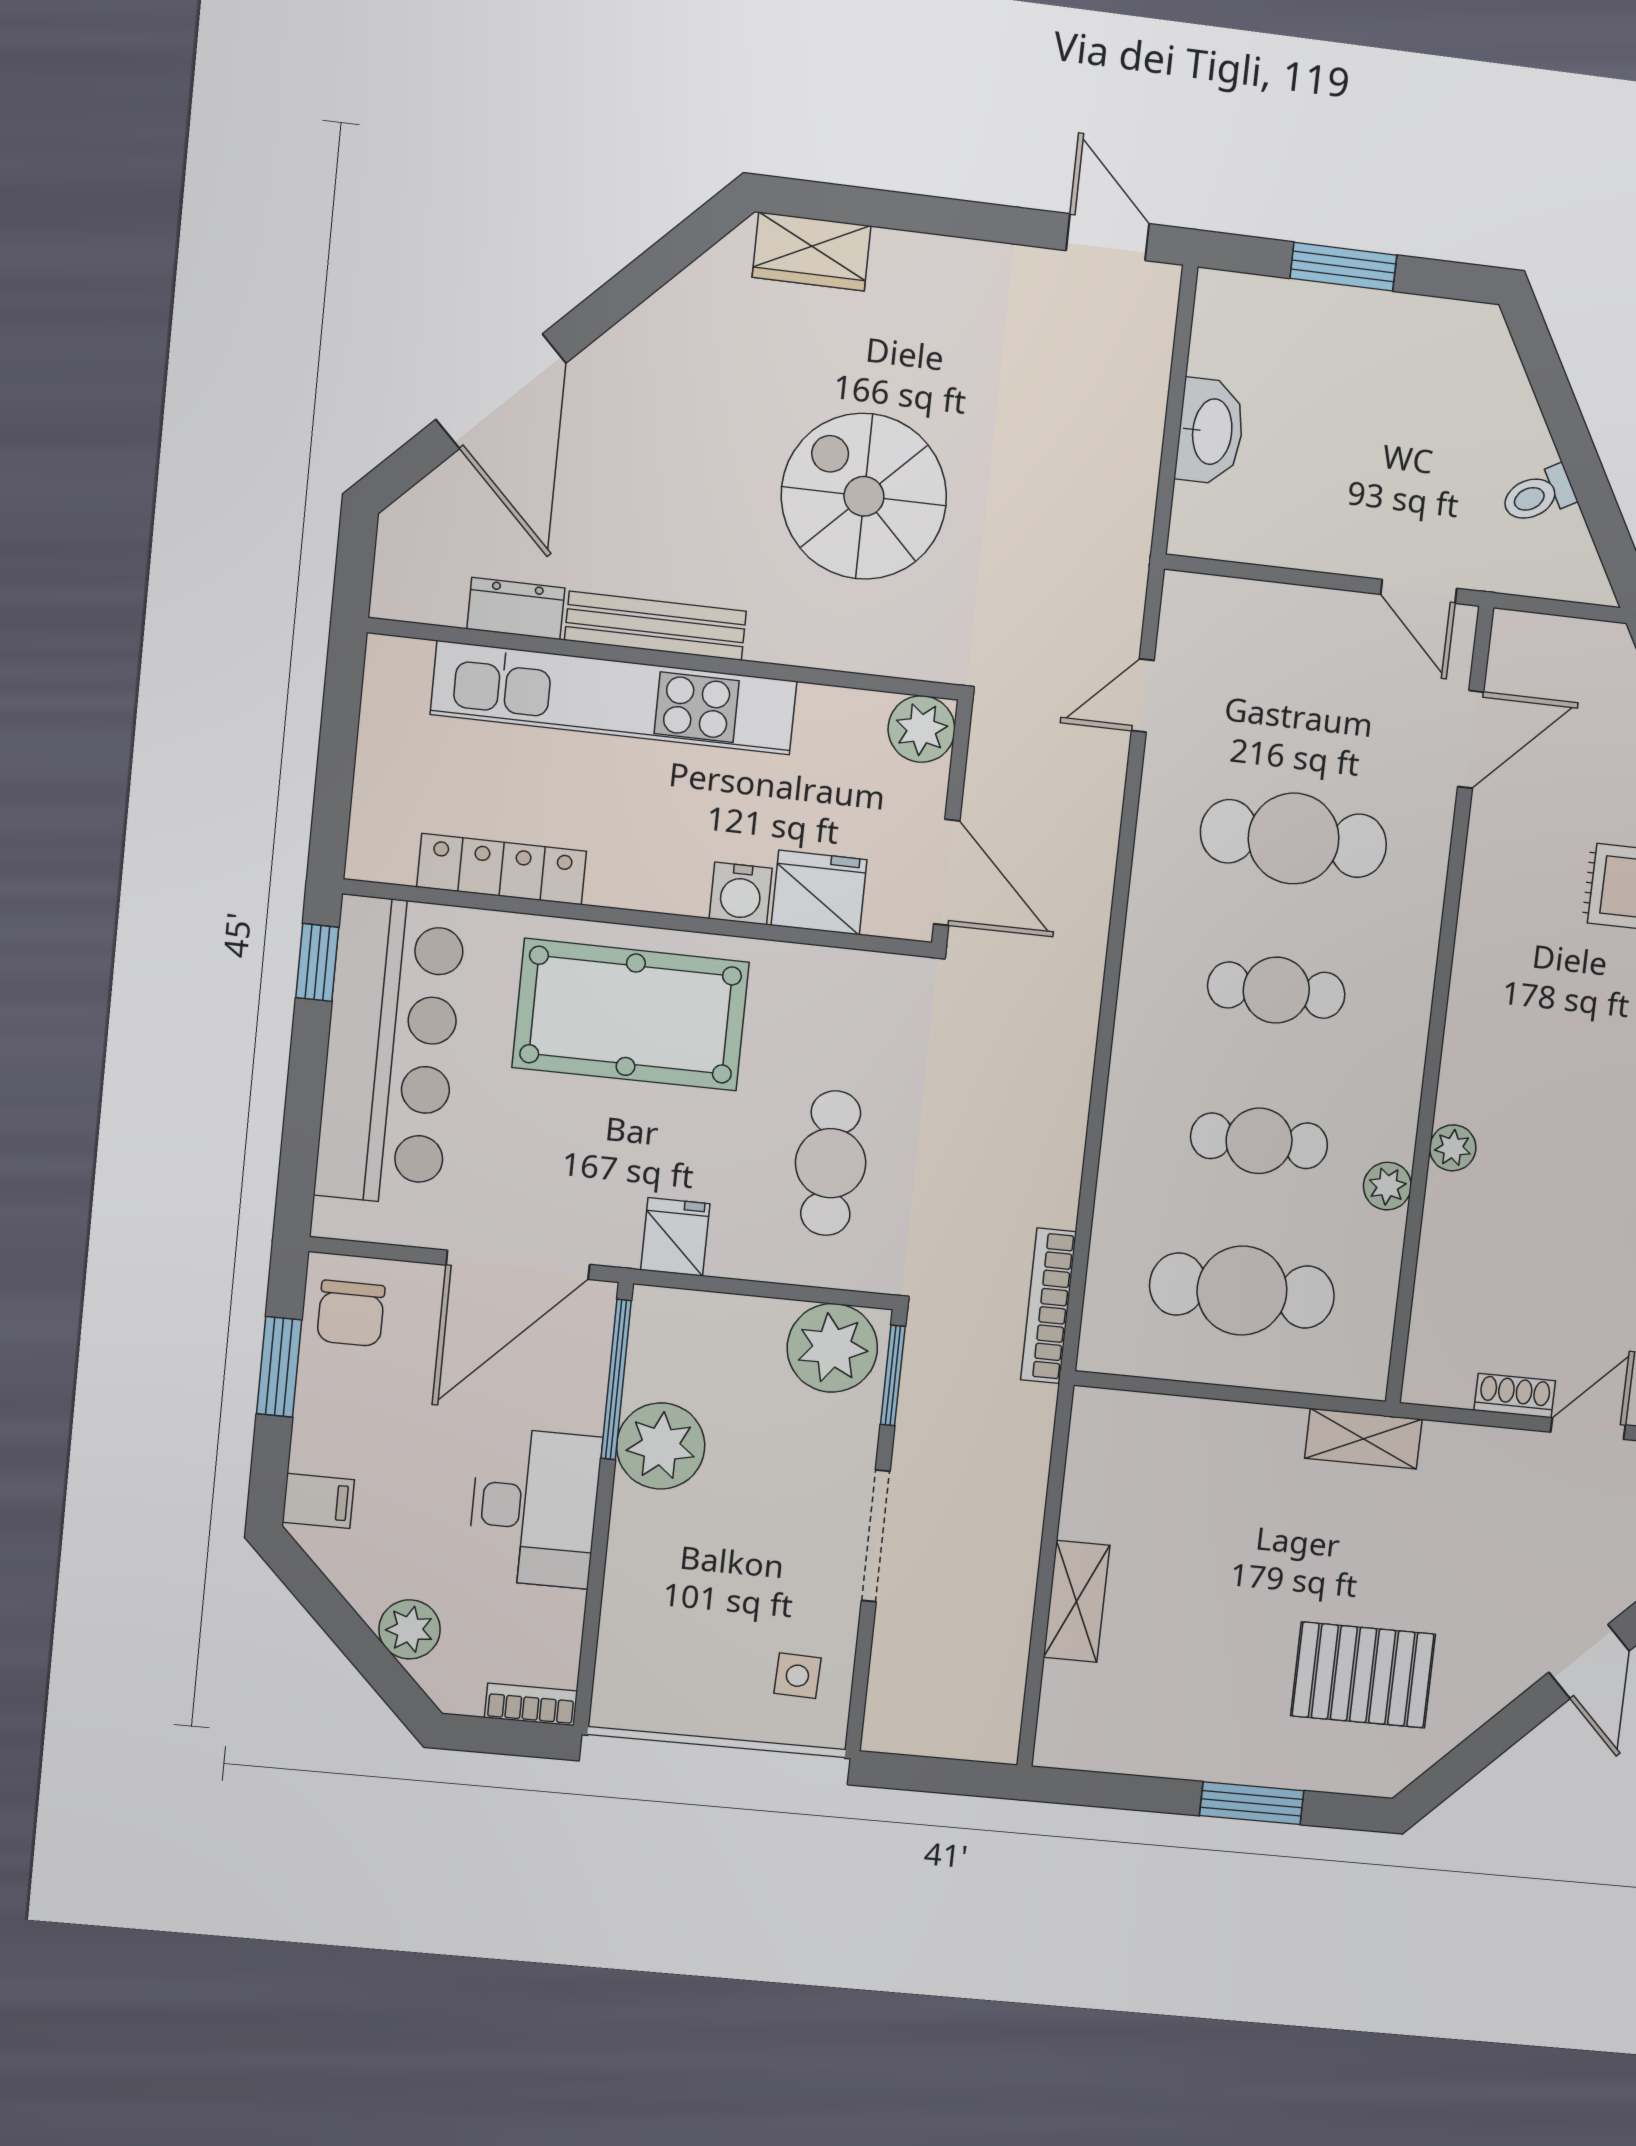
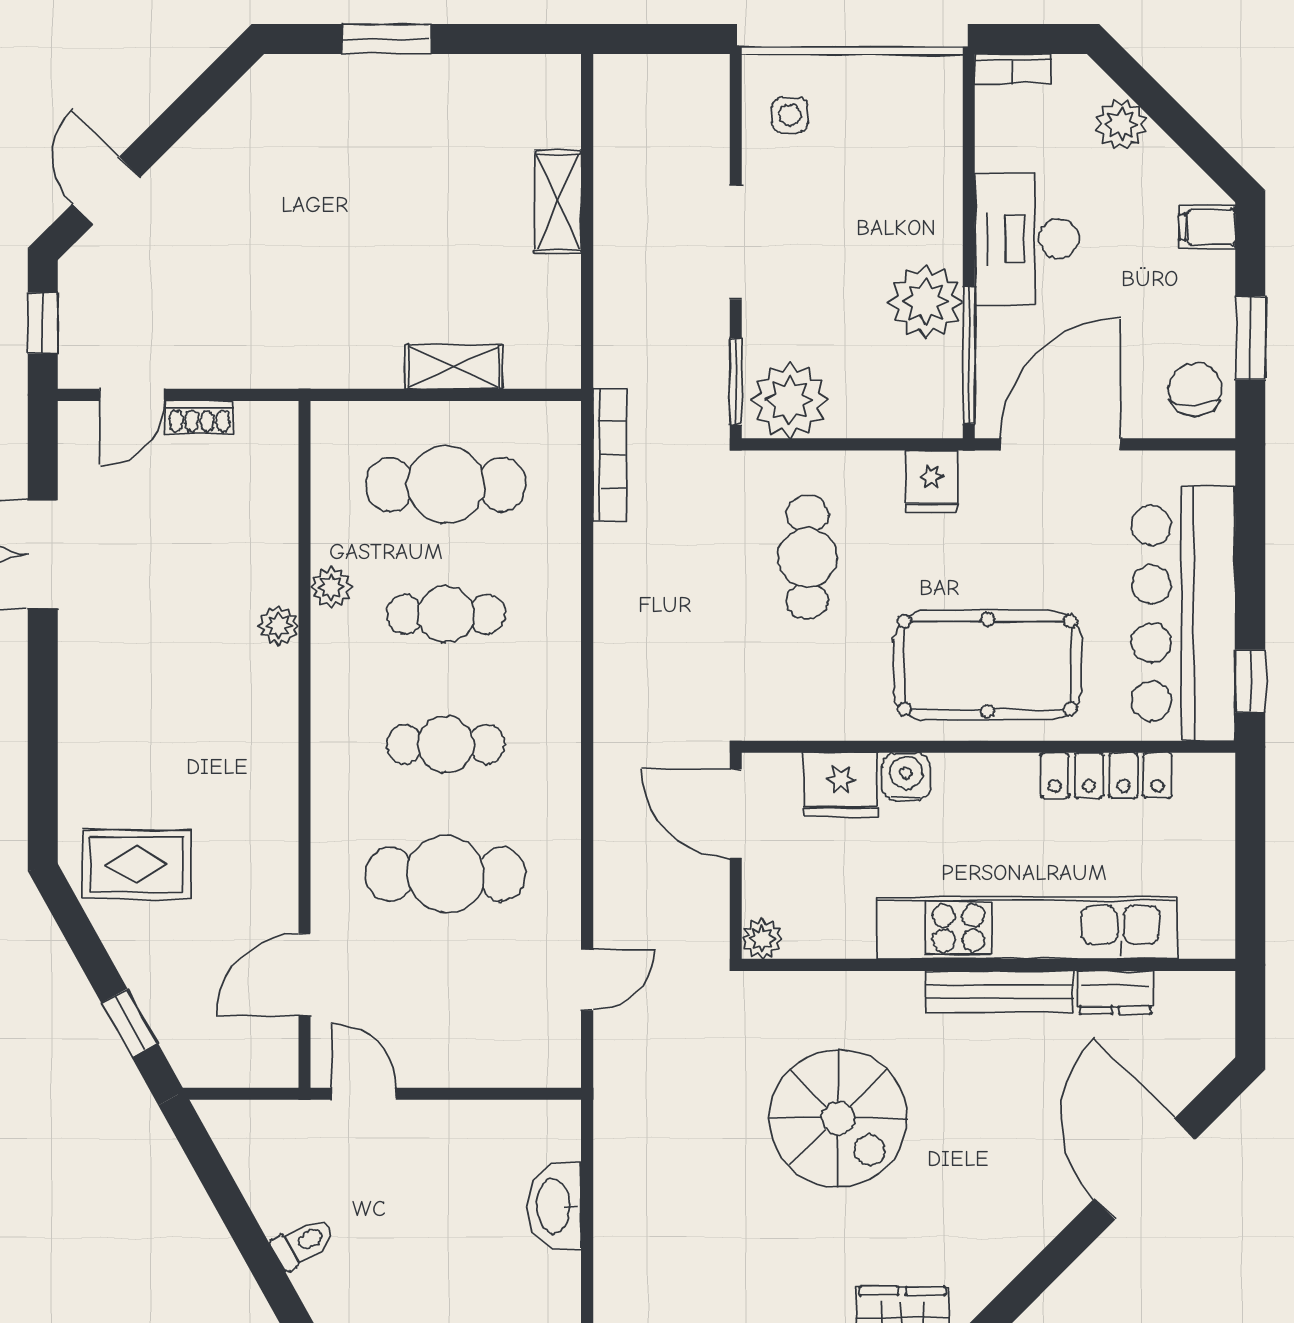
toilet: (1538, 495) -> (303, 1243), moved
plant: (921, 729) -> (762, 939), width x0.73, depth x0.73
shelving: (1363, 1439) -> (454, 367), moved
pallet: (1363, 1675) -> (303, 161), removed

